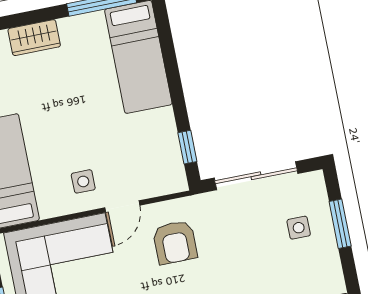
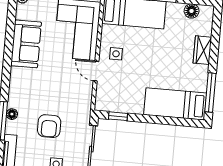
armchair: (175, 242) -> (49, 126), moved, turned -90

